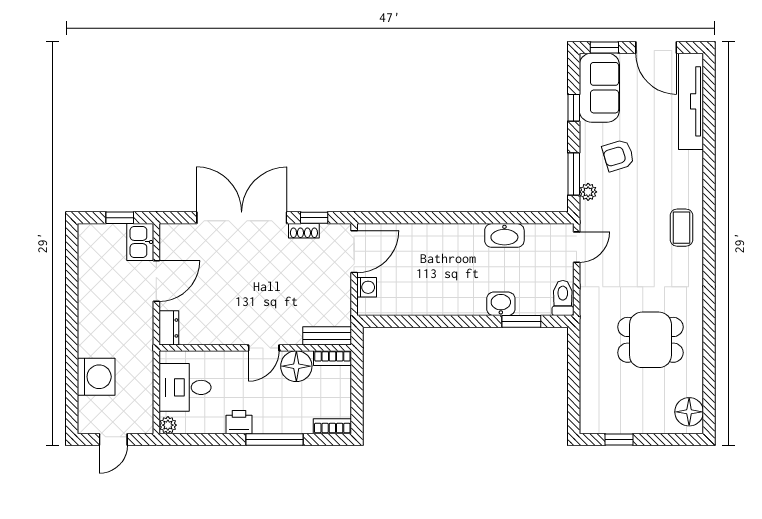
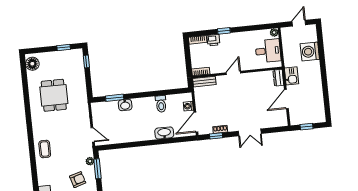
double door: (242, 218) -> (250, 132), width x0.54
washbasin: (504, 235) -> (164, 133), moved
kitchen sink: (140, 242) -> (292, 76), moved
door: (577, 247) -> (93, 135), swing flipped
toilet: (563, 298) -> (161, 104), moved
dining table: (650, 340) -> (54, 95), turned 90
floor lamp: (296, 366) -> (217, 66), removed
window: (574, 405) -> (86, 61), added
printer: (239, 422) -> (213, 40), moved
window: (274, 439) -> (224, 31), width x0.46

